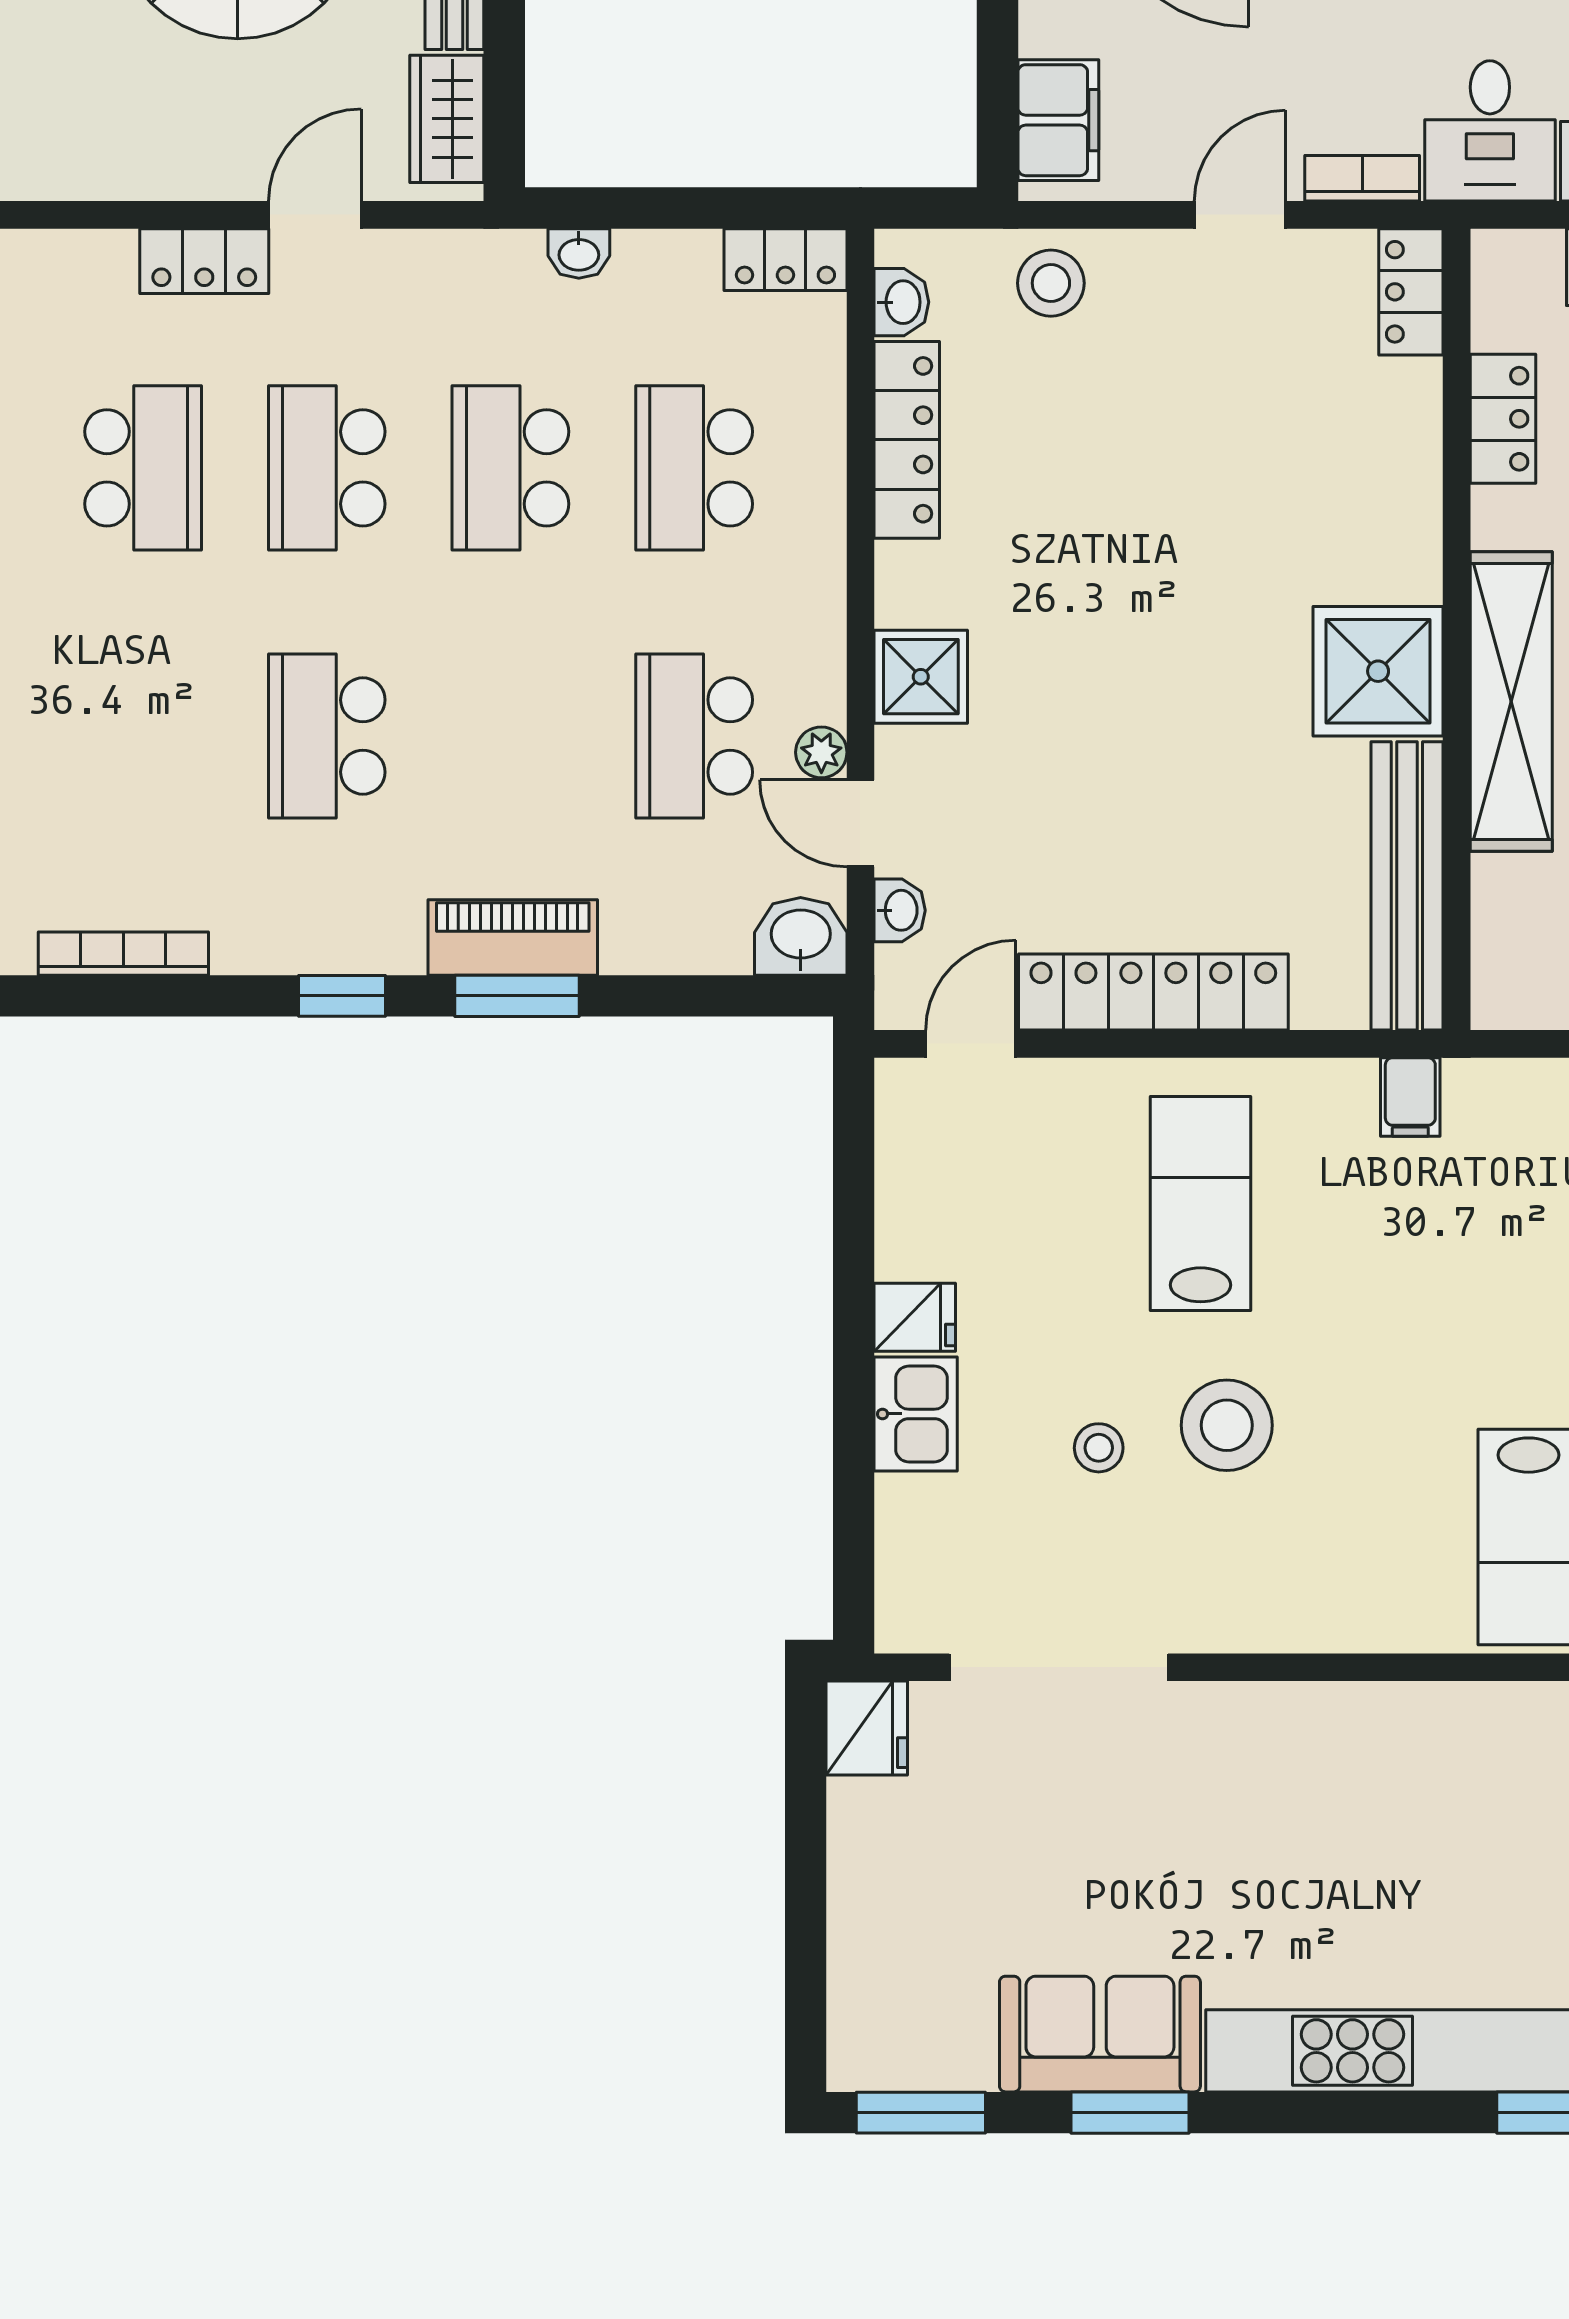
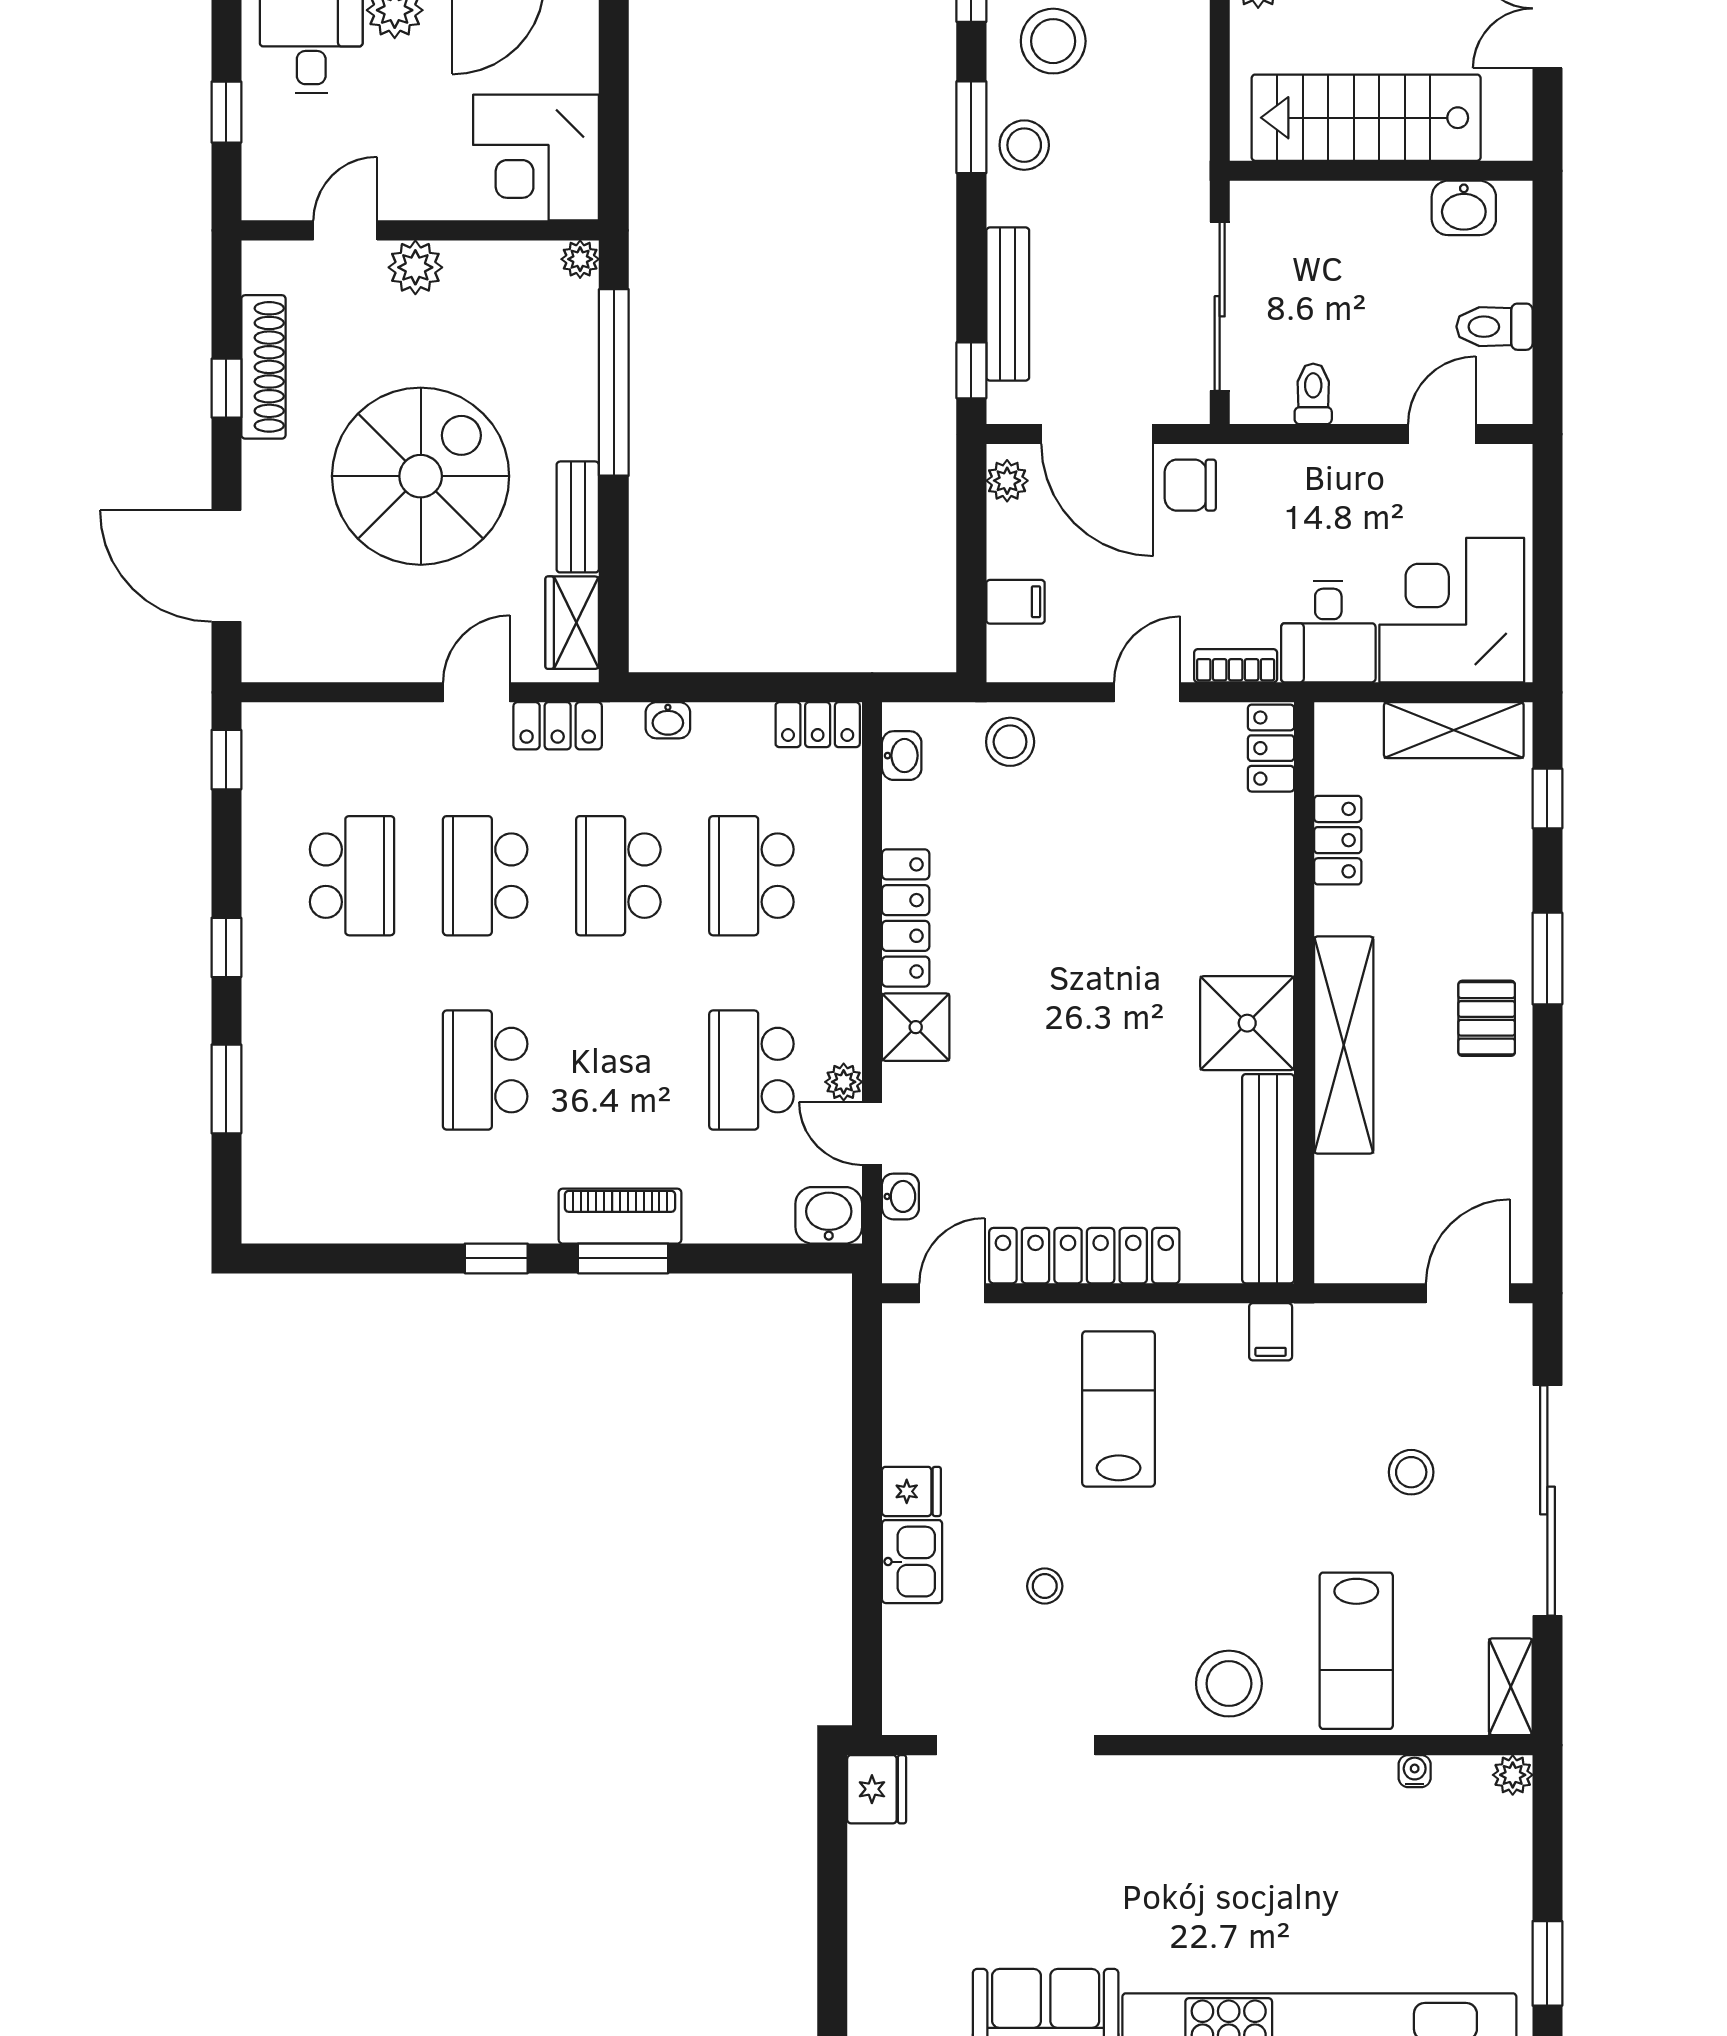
filing cabinet: (1058, 120) -> (1015, 602), width x0.50
locker: (204, 261) -> (558, 726), moved
locker: (907, 440) -> (906, 918), moved
bookcase: (123, 954) -> (338, 1228), removed
stool: (1227, 1425) -> (1229, 1684), moved

